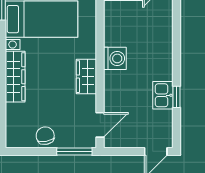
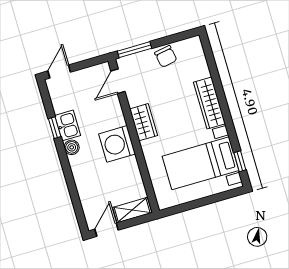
washing machine: (115, 58) -> (117, 144), width x1.37, depth x1.37
boiler: (165, 72) -> (72, 147), added

